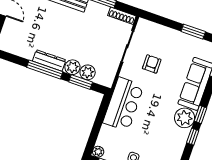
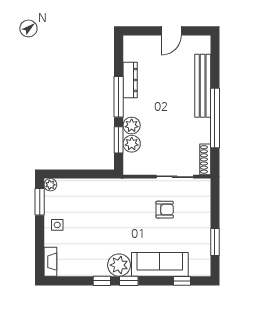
dresser: (49, 60) -> (130, 80), moved
bar counter: (123, 104) -> (111, 194), removed

